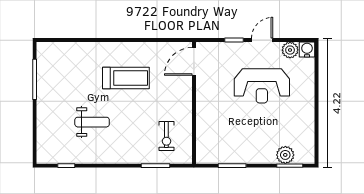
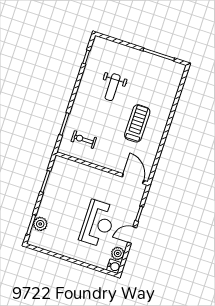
door: (262, 40) -> (132, 235), swing flipped
treadmill: (126, 78) -> (137, 123), turned 180
reception desk: (262, 86) -> (98, 223), turned 180

